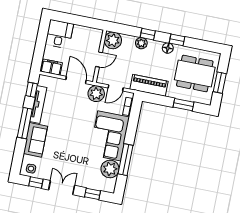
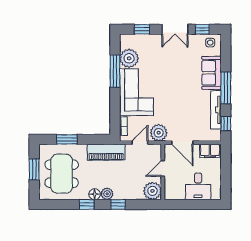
desk: (59, 34) -> (198, 186), moved
plant: (141, 43) -> (107, 194), moved
dining table: (195, 74) -> (62, 174), turned 90

